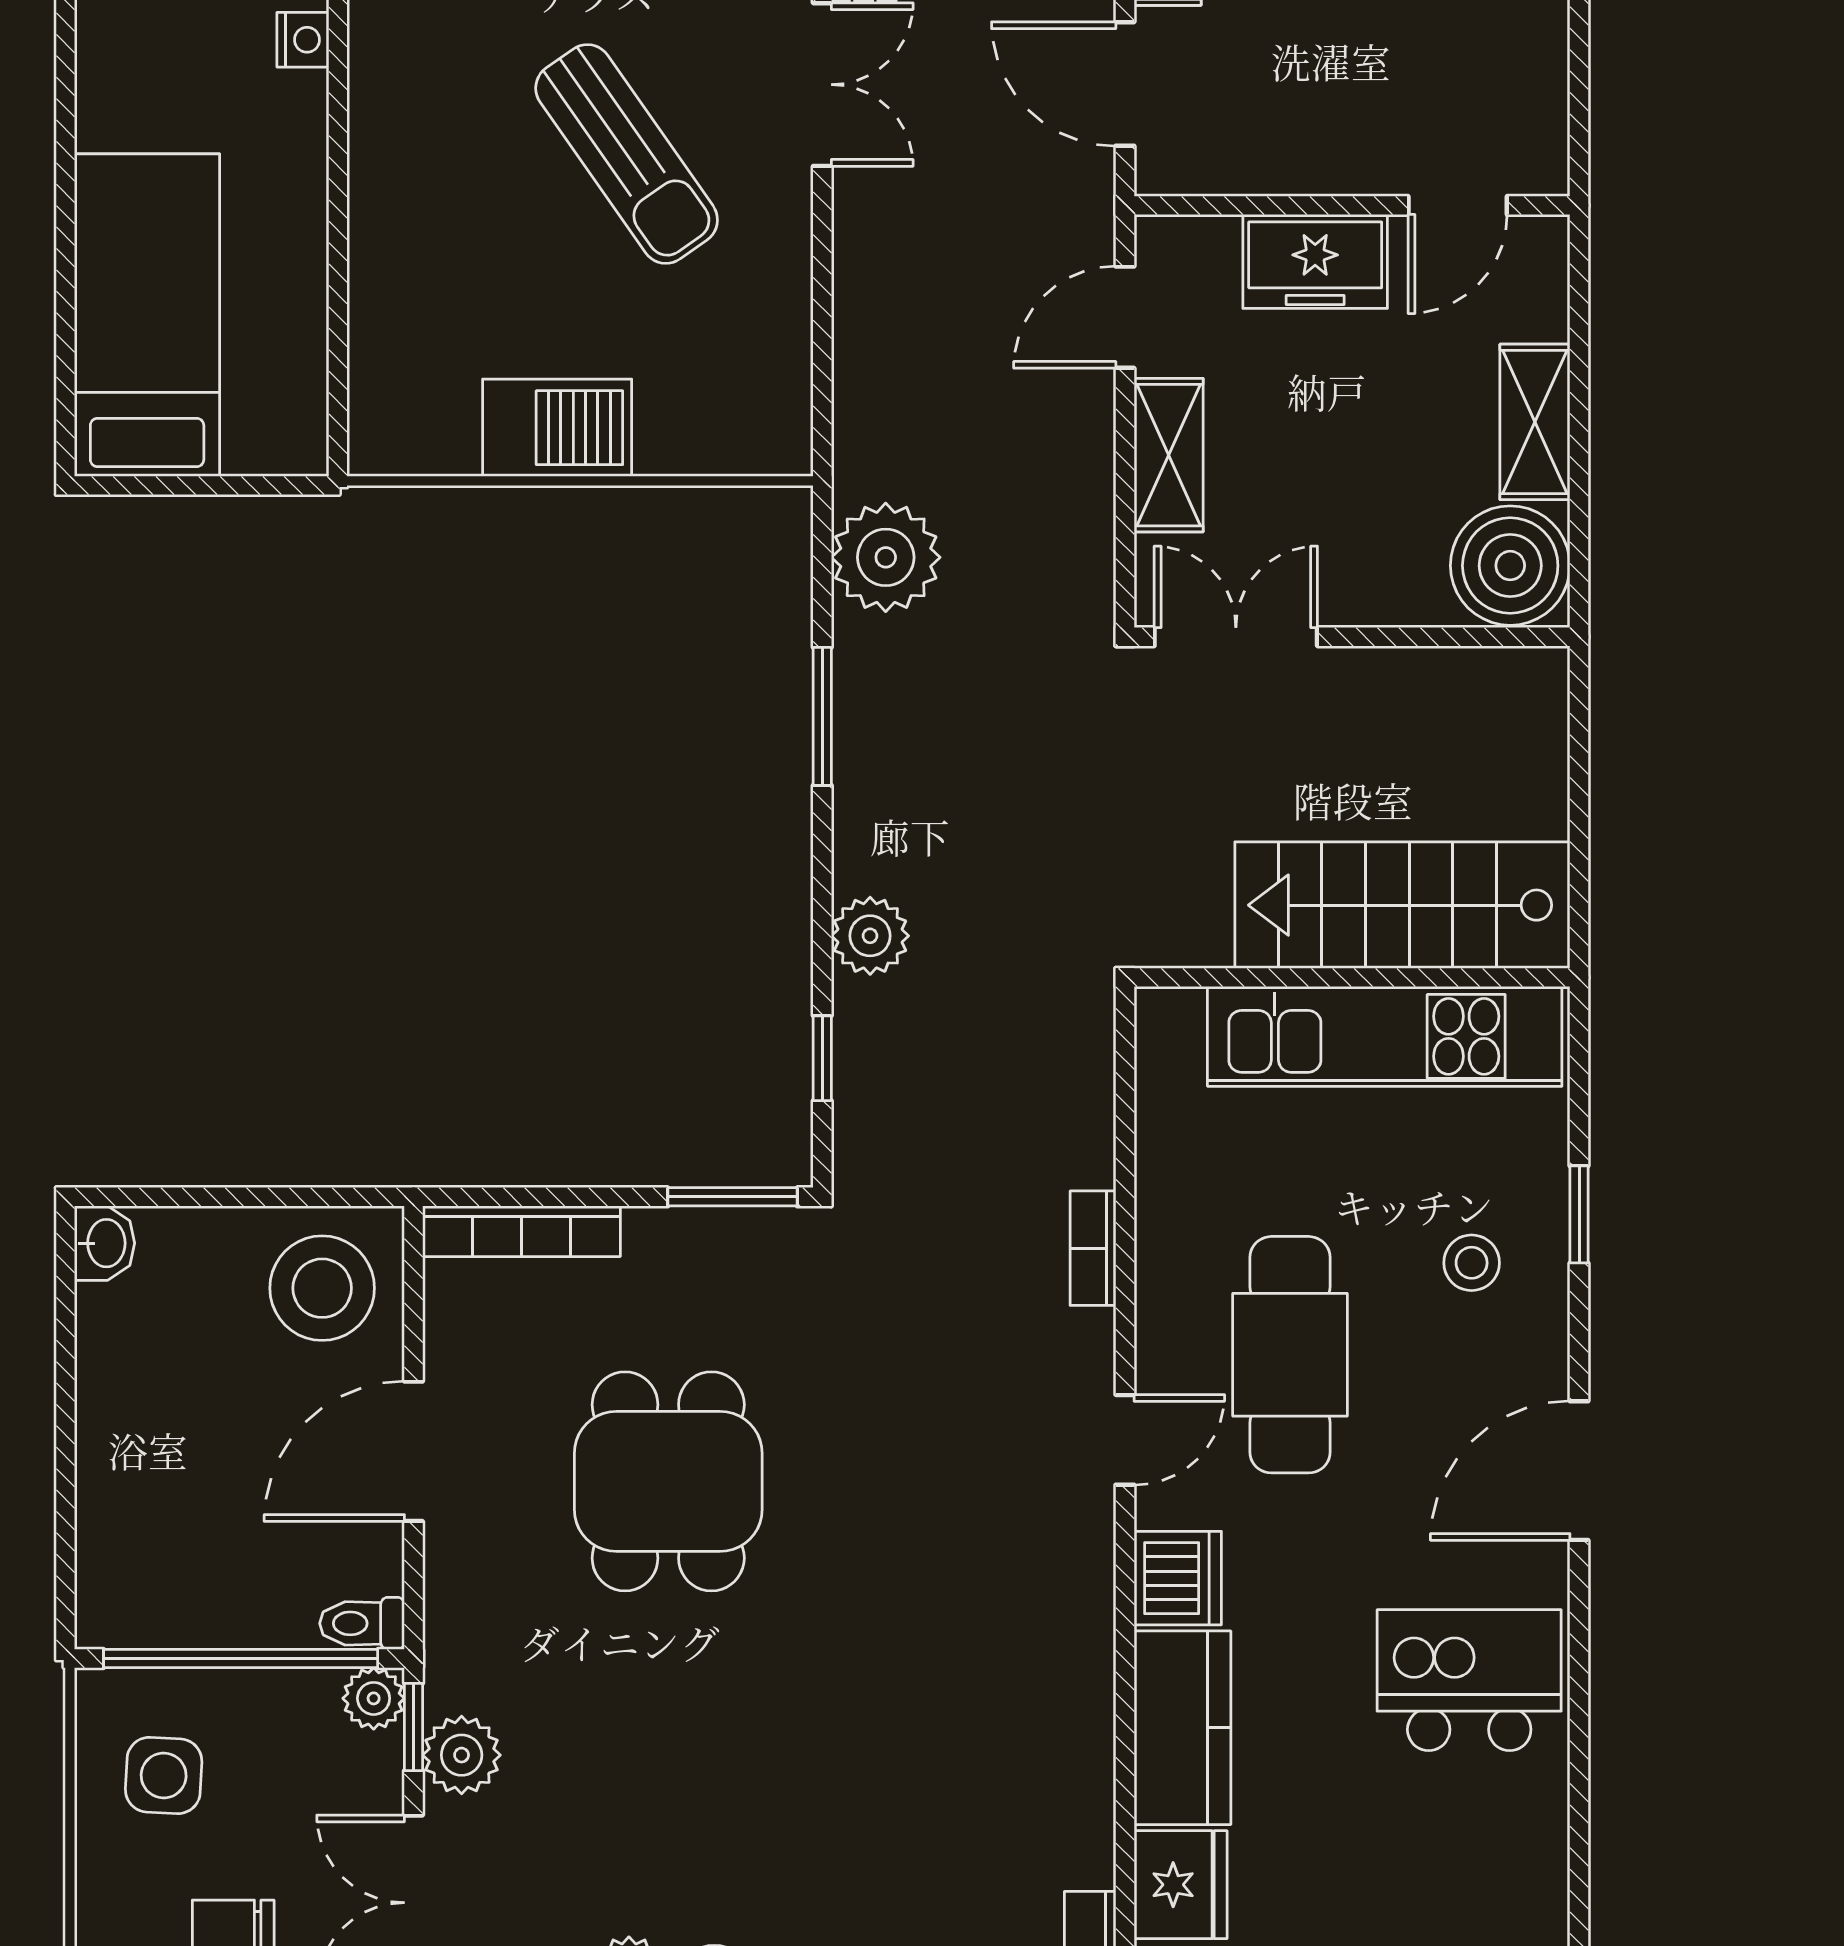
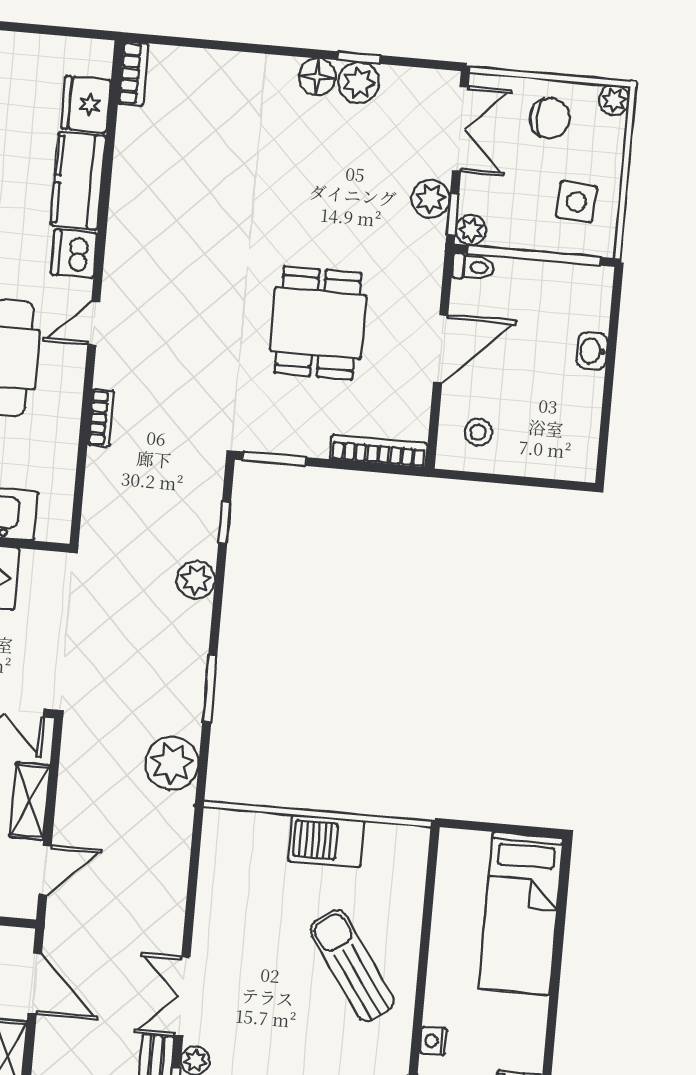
sun lounger: (627, 154) -> (352, 966), moved
washbasin: (105, 1243) -> (592, 351), moved
stool: (322, 1288) -> (478, 432), width x0.53, depth x0.53

